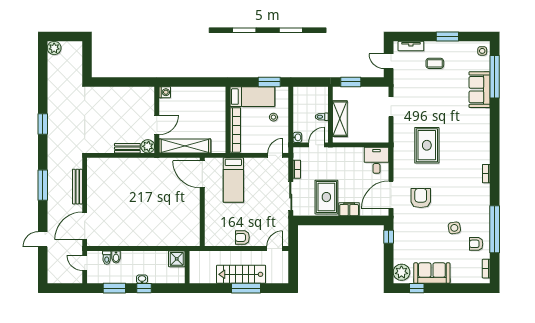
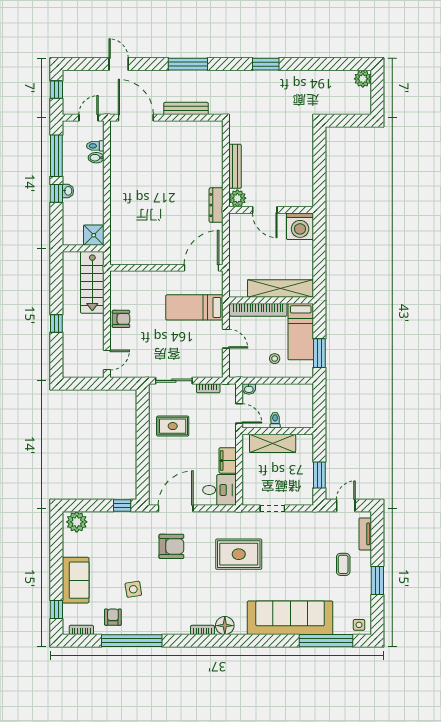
window: (351, 82) -> (319, 475), moved
sofa: (480, 90) -> (290, 618), width x1.85, depth x1.27
washing machine: (165, 92) -> (300, 226), width x1.89, depth x1.89
doorway: (391, 107) -> (272, 508), moved
shelving: (185, 146) -> (281, 288), moved, turned 90
bench: (127, 148) -> (235, 166), width x1.36
door: (275, 155) -> (226, 339), moved
floor lamp: (483, 156) -> (225, 626), added
dresser: (153, 163) -> (216, 205), added
door: (391, 195) -> (176, 508), hinge flipped
rug: (326, 197) -> (173, 426), width x0.73, depth x0.70
filing cabinet: (349, 209) -> (228, 460), moved, turned 180
armchair: (242, 237) -> (121, 319), turned 90
door: (275, 249) -> (107, 360), hinge flipped
sofa: (432, 273) -> (76, 580), moved
stairs: (241, 274) -> (92, 282), moved, turned 180
window: (63, 288) -> (56, 90), added
window: (114, 288) -> (56, 156), width x1.44
window: (246, 288) -> (56, 324), width x0.46
window: (417, 288) -> (56, 609), moved

